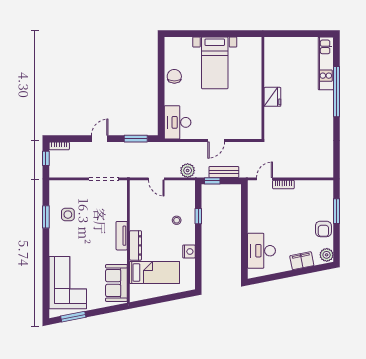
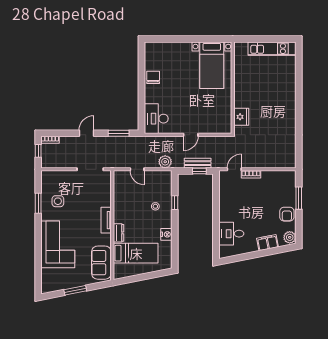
bed with nightstands: (215, 63) -> (212, 65), moved
kitchen unit: (326, 63) -> (272, 49), moved, turned -90
window: (337, 92) -> (299, 91), removed
fridge: (272, 97) -> (241, 117), moved
window: (212, 181) -> (199, 171), moved
dresser: (136, 245) -> (119, 233), width x0.70
desk: (261, 251) -> (231, 234), width x0.73
corner sofa: (68, 283) -> (58, 244), moved
window: (73, 317) -> (75, 290), moved

